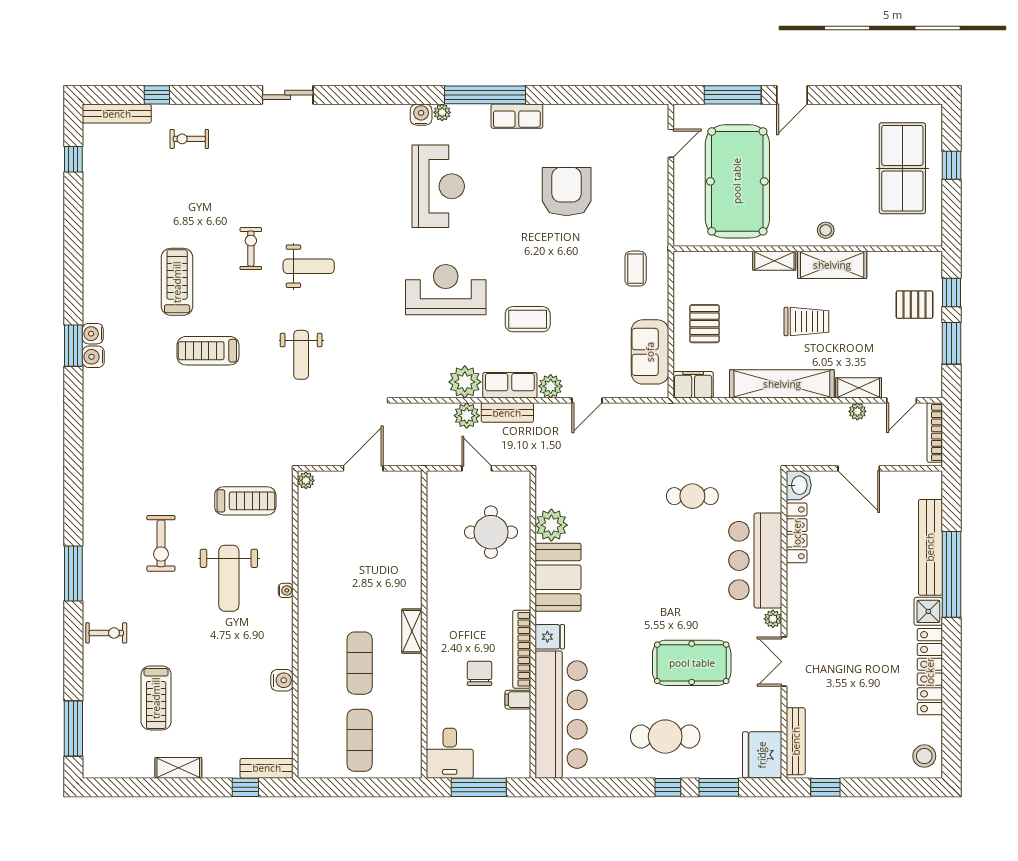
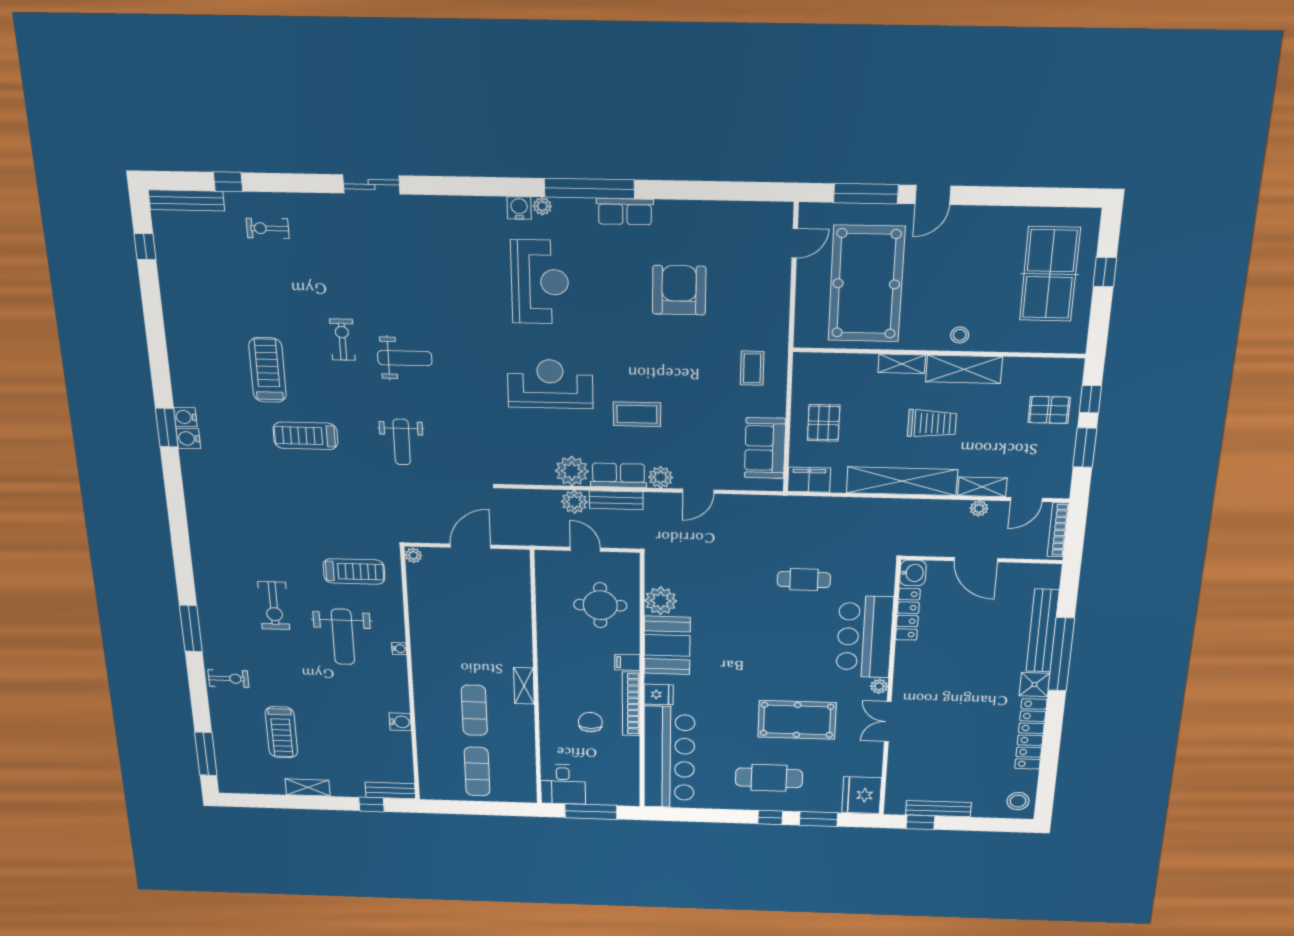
filing cabinet: (518, 700) -> (627, 662), moved
bench: (796, 741) -> (938, 809), moved, turned 90

